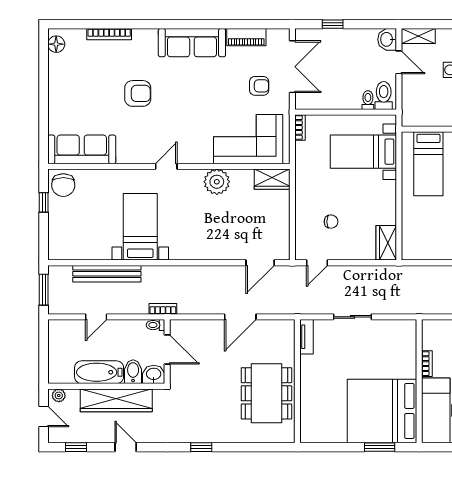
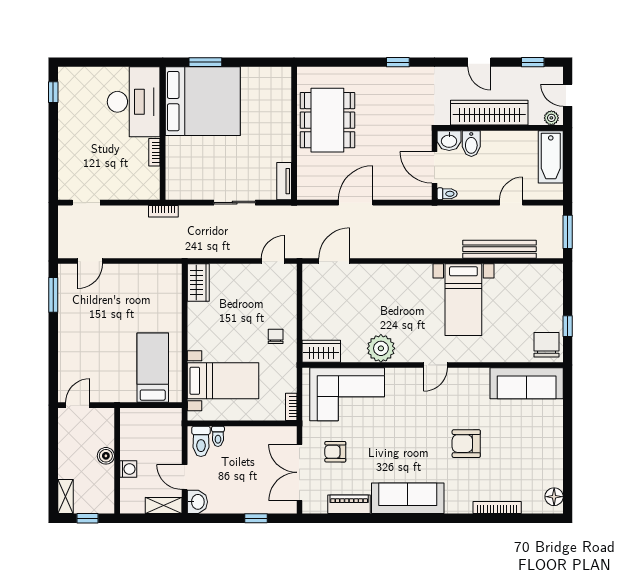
chair: (331, 222) -> (276, 336), moved, turned 90
bookcase: (163, 309) -> (163, 211), moved
bathtub: (99, 372) -> (551, 157), moved, turned 90

